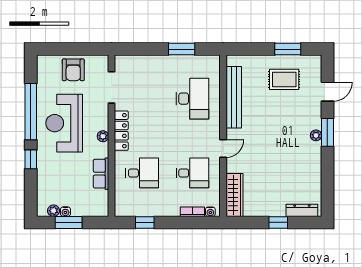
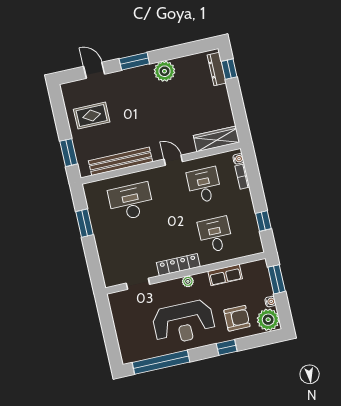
window: (288, 49) -> (69, 153), moved
armchair: (73, 70) -> (237, 318), moved
rug: (284, 79) -> (92, 116), turned 90
doorway: (111, 87) -> (138, 284), width x0.73
window: (31, 112) -> (161, 362), moved
plant: (316, 135) -> (164, 71), moved, width x1.88, depth x1.88
plant: (54, 211) -> (268, 320), width x1.88, depth x1.88
window: (69, 222) -> (277, 279), moved
window: (278, 222) -> (229, 69), moved

